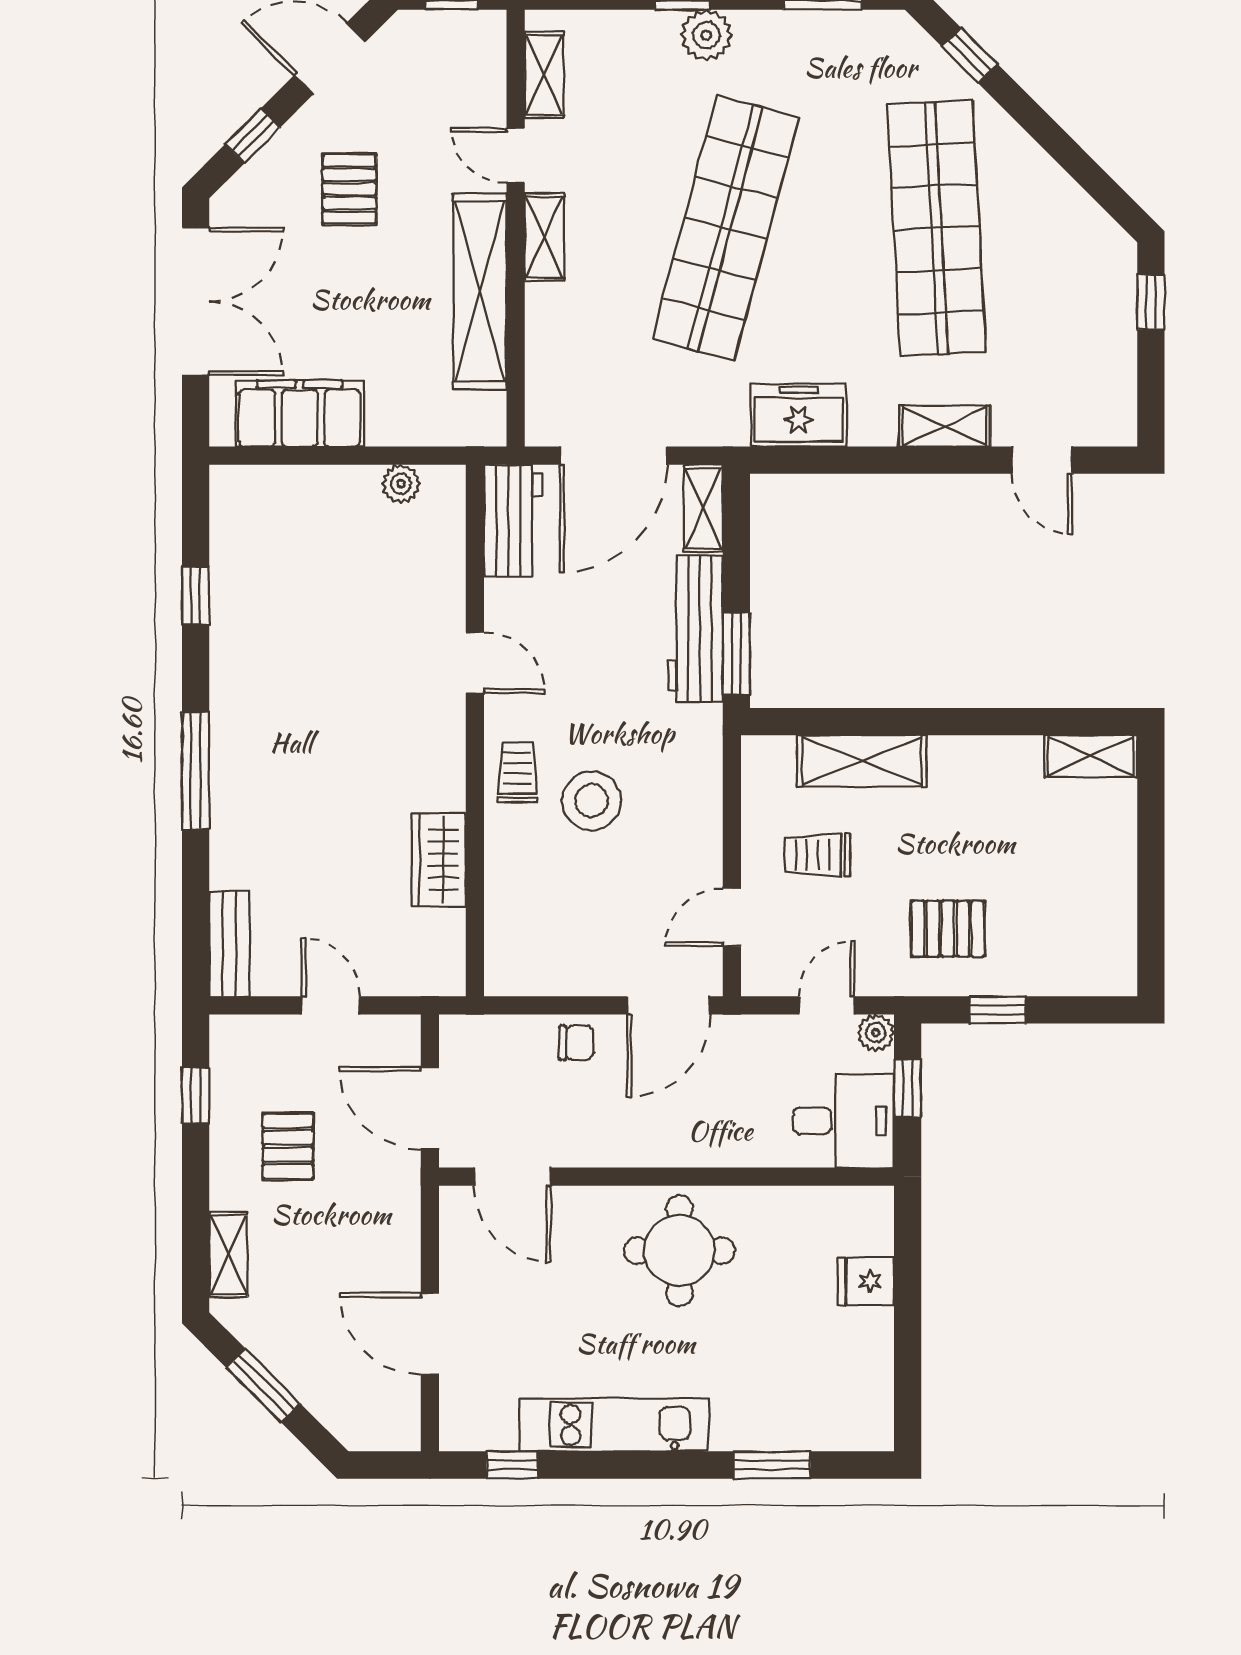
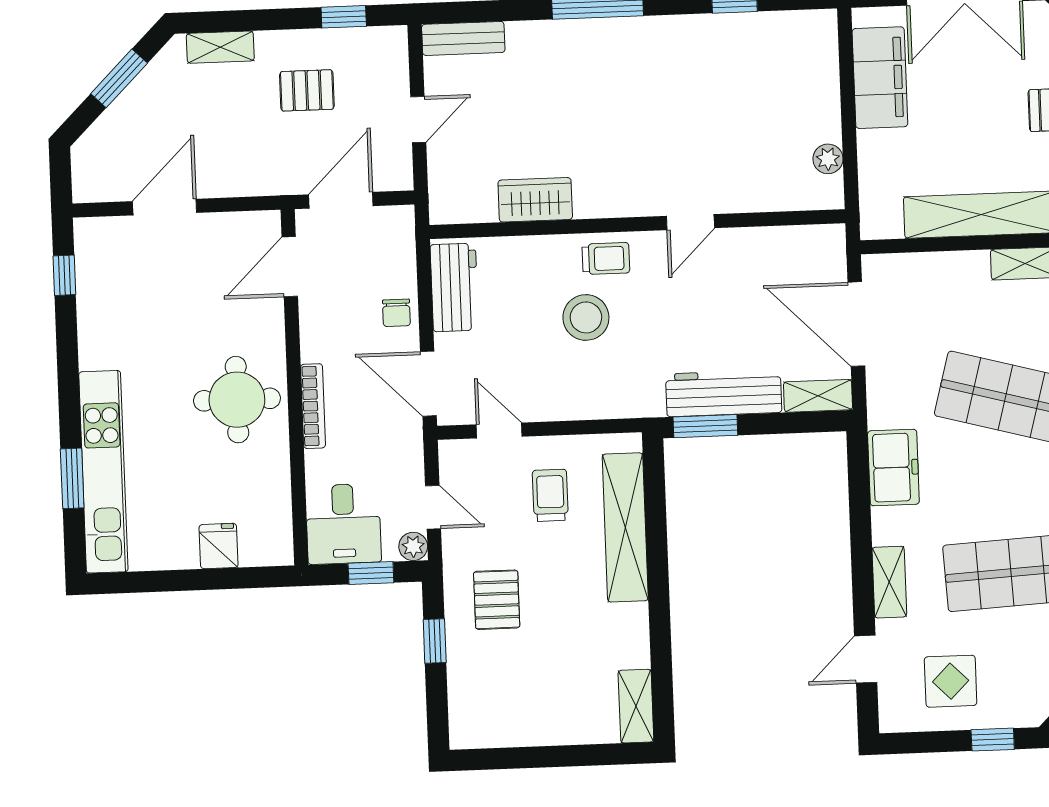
display table: (1074, 353) -> (951, 681), added
workbench: (513, 521) -> (454, 287), moved, turned -90
shelving: (862, 761) -> (625, 527), width x1.47
bookcase: (691, 1154) -> (313, 406), added
kitchen unit: (614, 1425) -> (103, 472), moved, width x1.36

